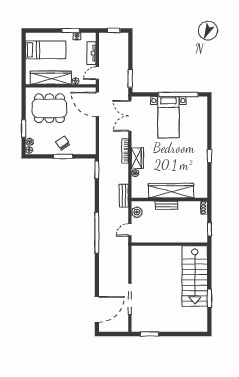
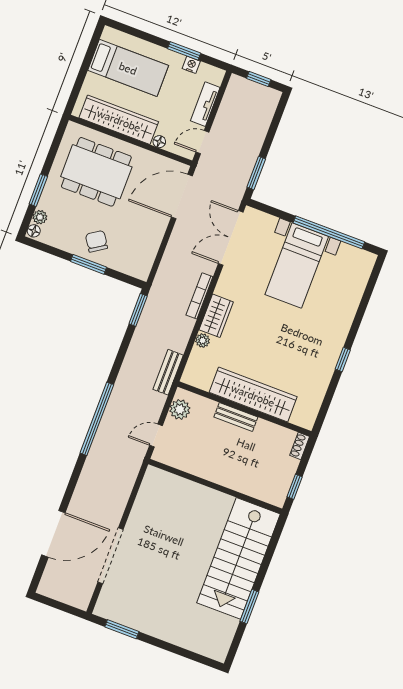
door: (97, 104) -> (182, 197), hinge flipped
door: (97, 309) -> (53, 534), moved

